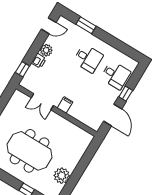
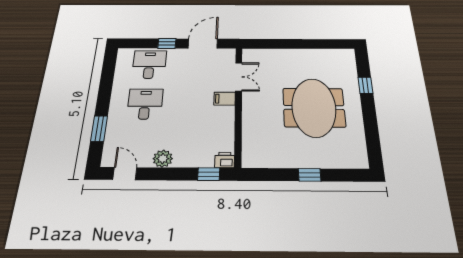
printer: (39, 61) -> (225, 160), moved
double door: (42, 102) -> (239, 77), moved
plant: (62, 176) -> (317, 58), removed

